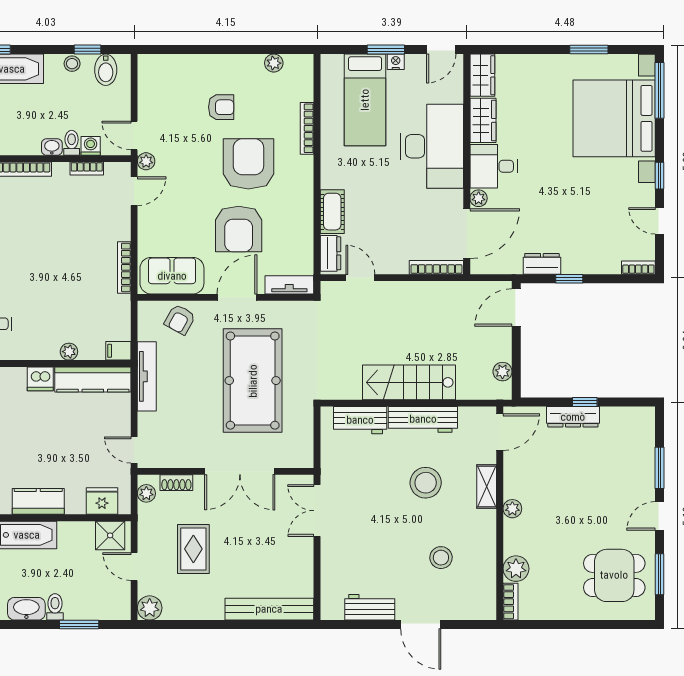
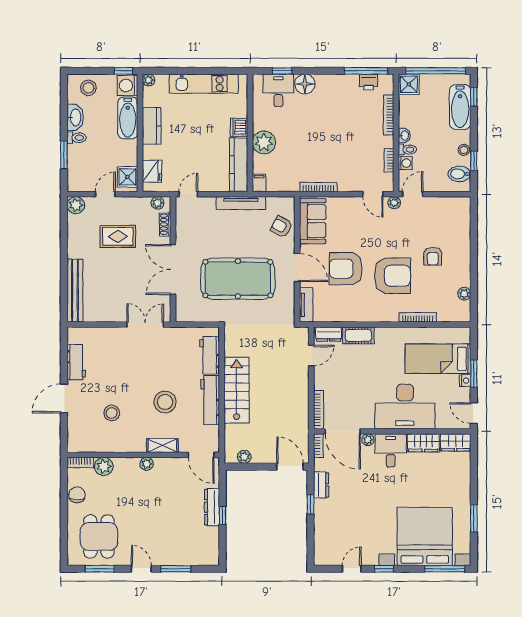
bookcase: (638, 268) -> (318, 446), moved
plant: (69, 352) -> (264, 142), width x1.88, depth x1.88
chair: (556, 606) -> (77, 495), added

